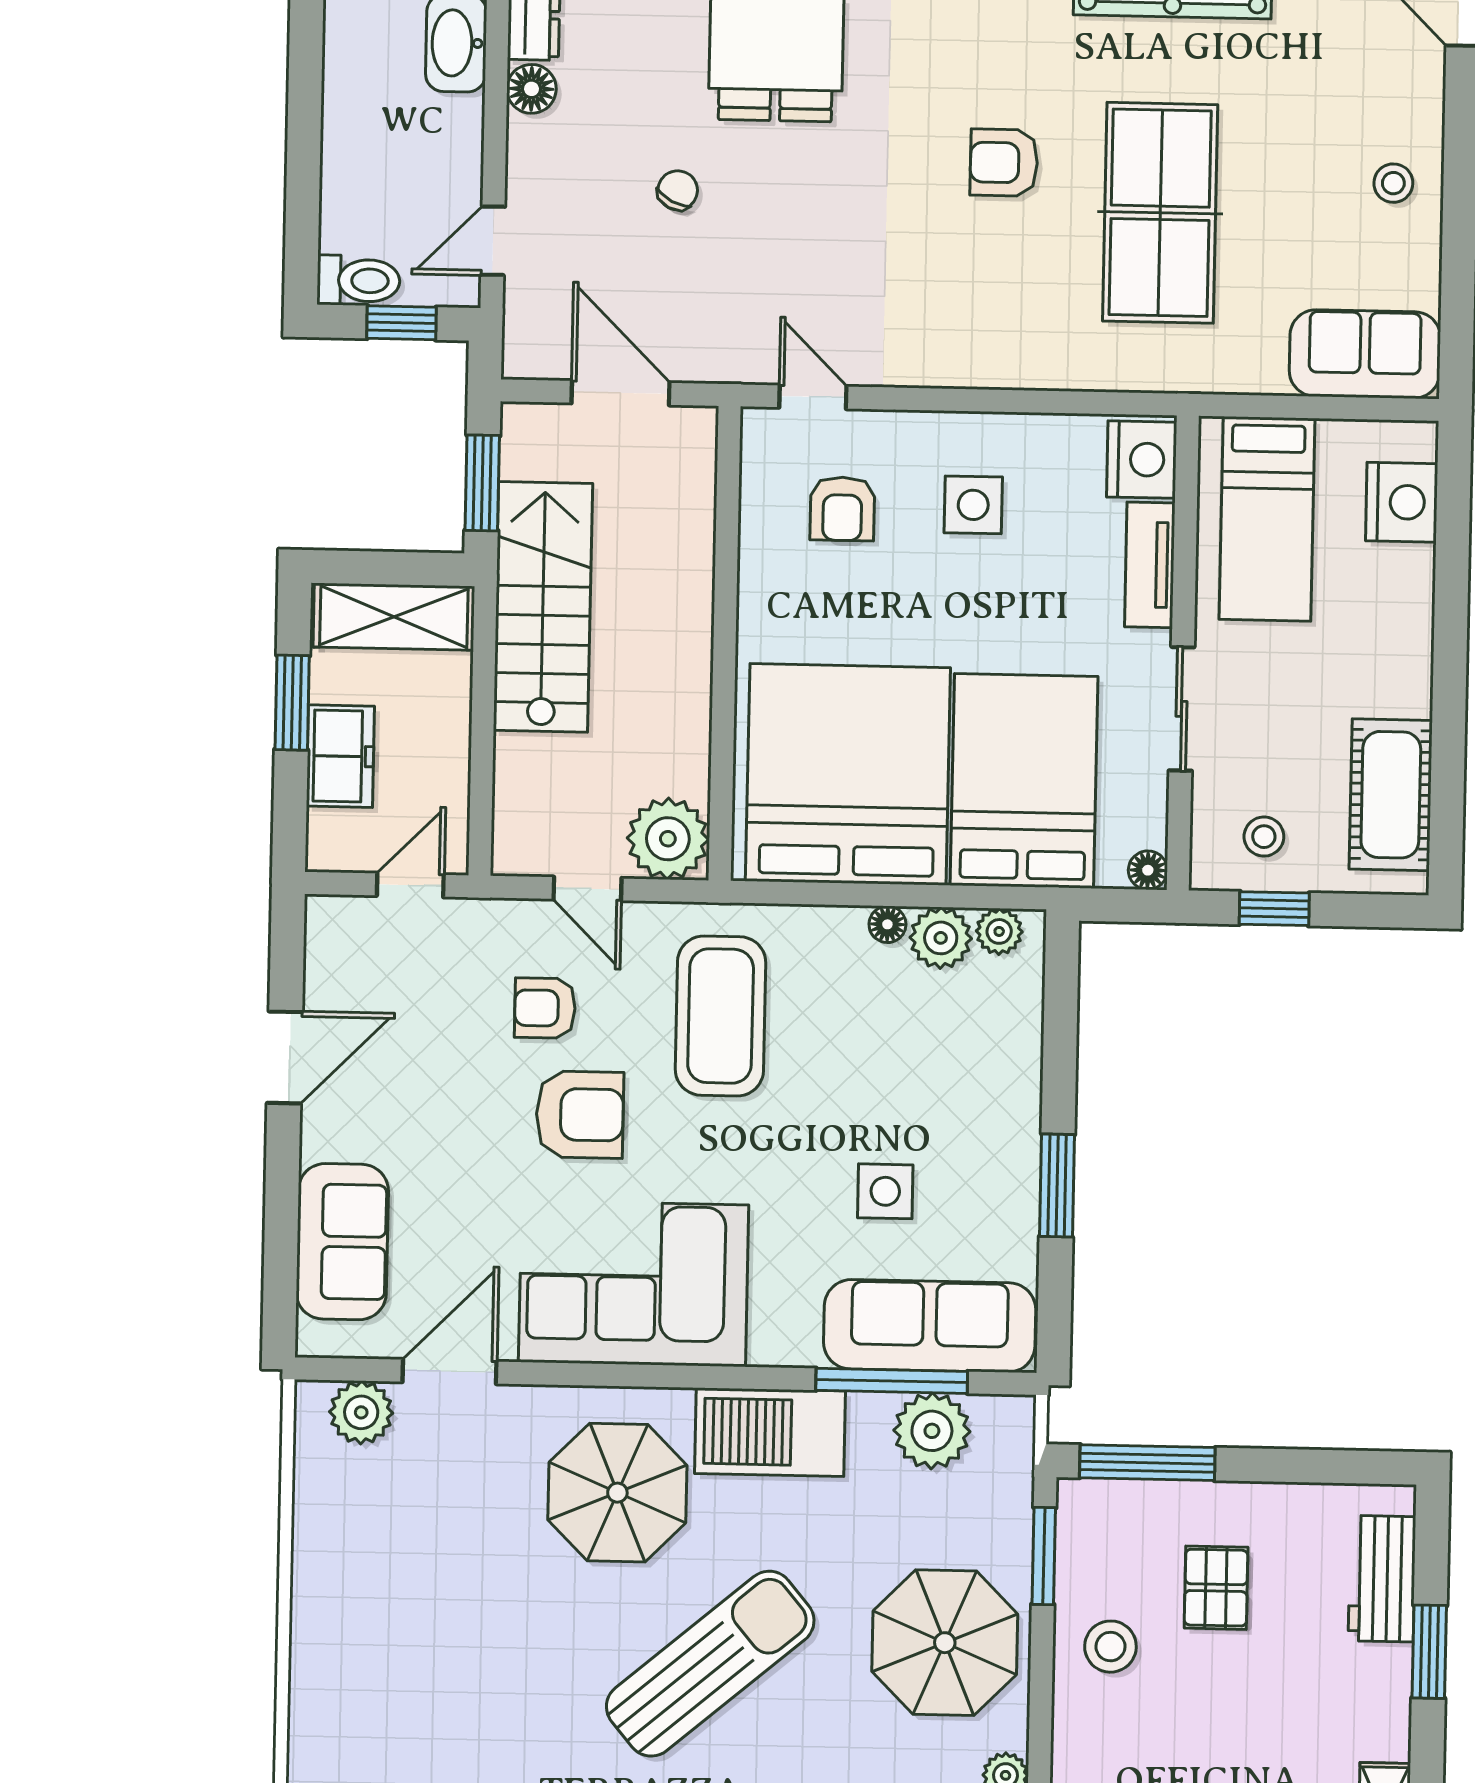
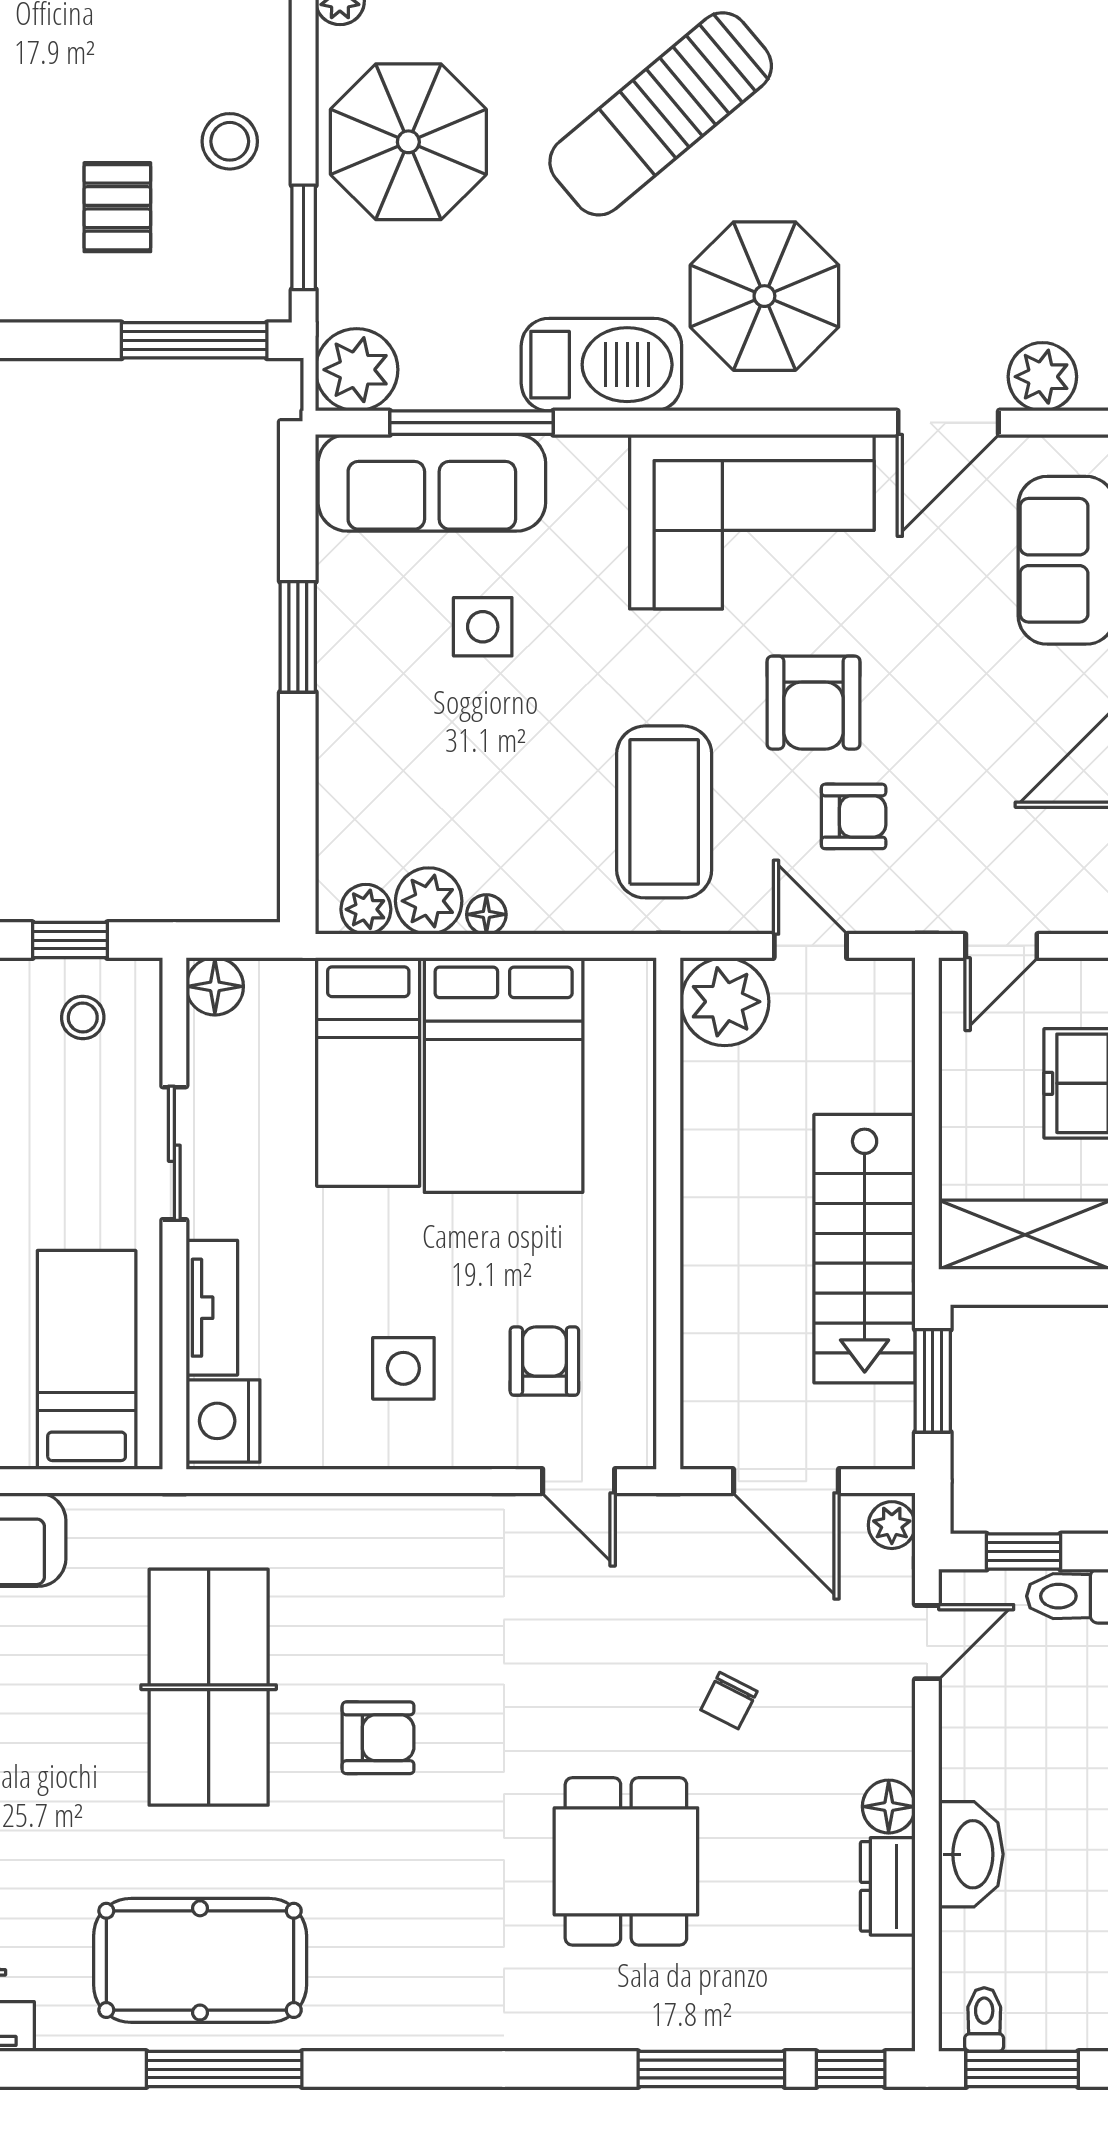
plant: (523, 350) -> (892, 1525), added
bed: (848, 774) -> (504, 1075), width x0.73
bed: (1024, 781) -> (368, 1072), width x0.67
floor lamp: (1148, 870) -> (215, 986), width x1.37, depth x1.37
armchair: (580, 1115) -> (813, 703), turned -90
plant: (932, 1431) -> (357, 370), moved

